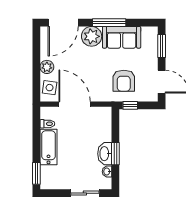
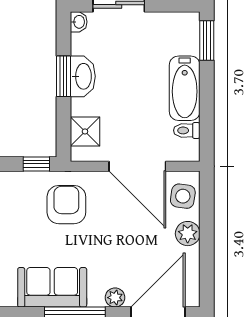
plant: (92, 36) -> (115, 298), width x0.53, depth x0.53
armchair: (124, 81) -> (66, 205), moved
shower: (103, 123) -> (85, 131), added
washbasin: (107, 172) -> (79, 22), moved

